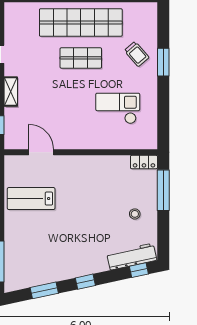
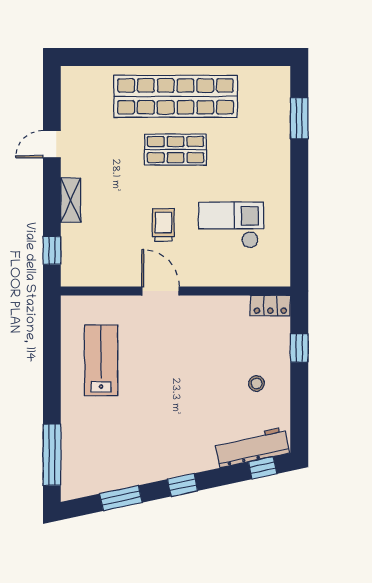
trolley: (137, 54) -> (163, 225), moved, turned -139
window: (163, 62) -> (299, 118), moved
door: (41, 152) -> (161, 291), moved
window: (163, 190) -> (299, 348), width x0.46
lab bench: (31, 199) -> (101, 360), turned 90

